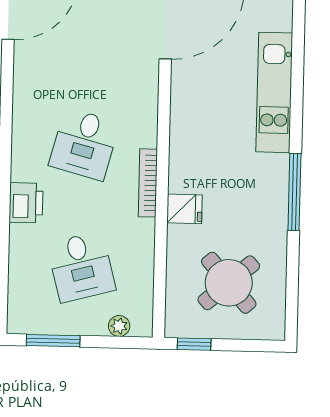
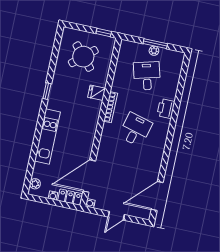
window: (294, 192) -> (47, 91), width x0.46
plant: (119, 326) -> (154, 51), moved
window: (53, 341) -> (155, 44), moved

